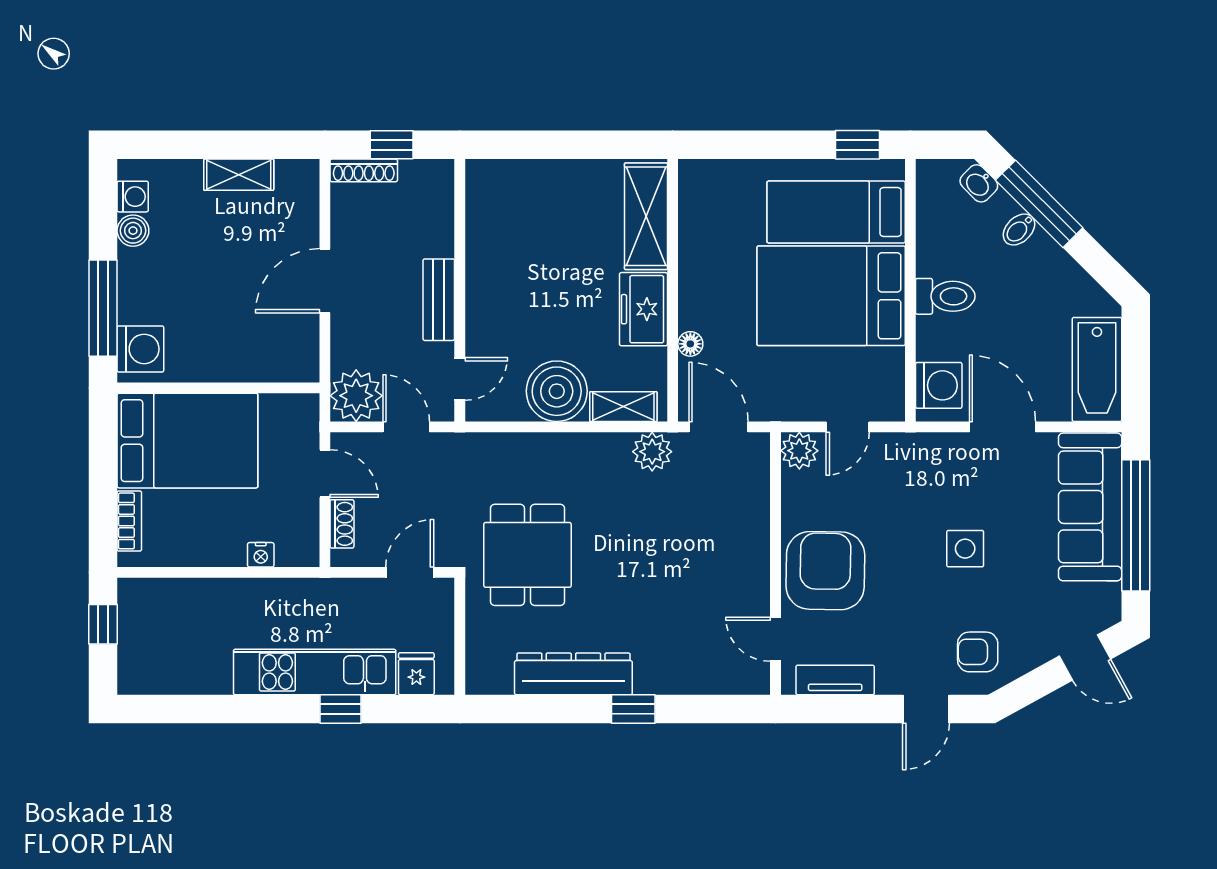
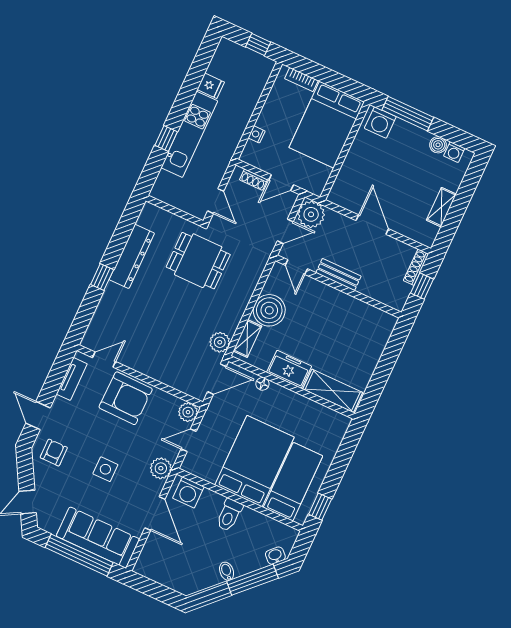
bidet: (1019, 229) -> (227, 571), moved
bathtub: (1097, 369) -> (161, 571), removed
door: (848, 427) -> (189, 440), hinge flipped
door: (1002, 427) -> (155, 514), hinge flipped
plant: (919, 453) -> (161, 468), added
fridge: (416, 674) -> (211, 86), moved

